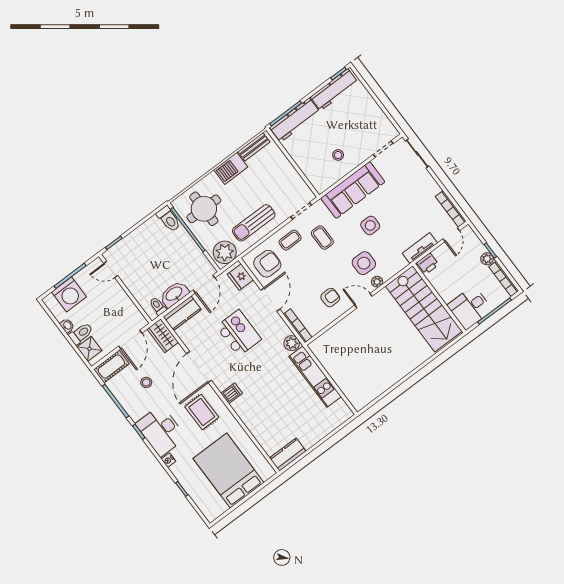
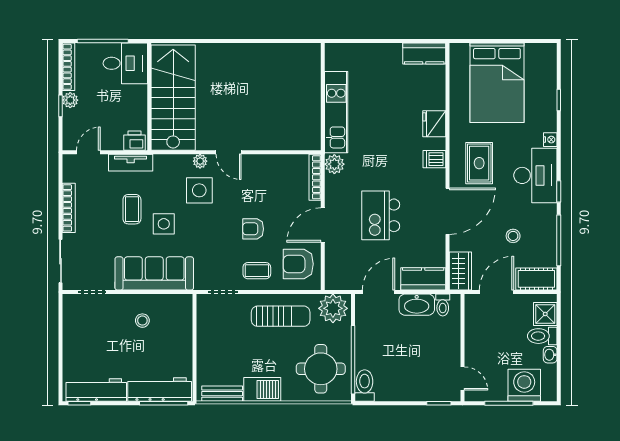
bookcase: (451, 209) -> (69, 208), moved
coffee table: (322, 238) -> (132, 209), moved
fridge: (240, 277) -> (434, 124), moved, turned 180
armchair: (330, 298) -> (253, 229), moved

